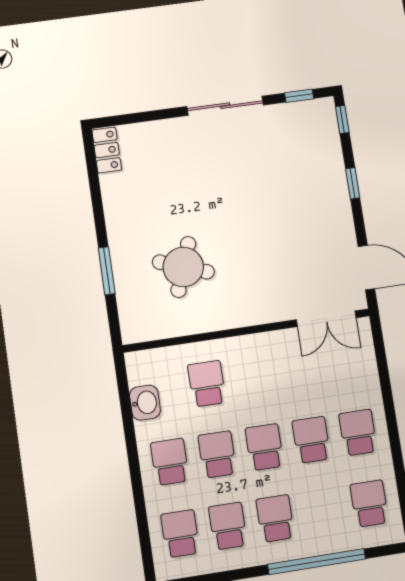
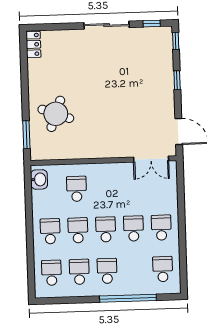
round table: (183, 267) -> (56, 114), moved
window: (107, 271) -> (26, 135), moved
washbasin: (145, 403) -> (39, 179), moved

